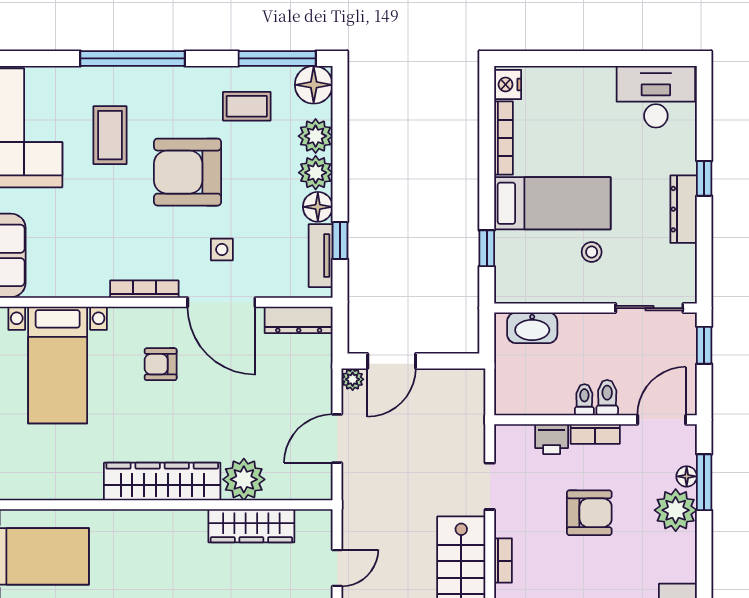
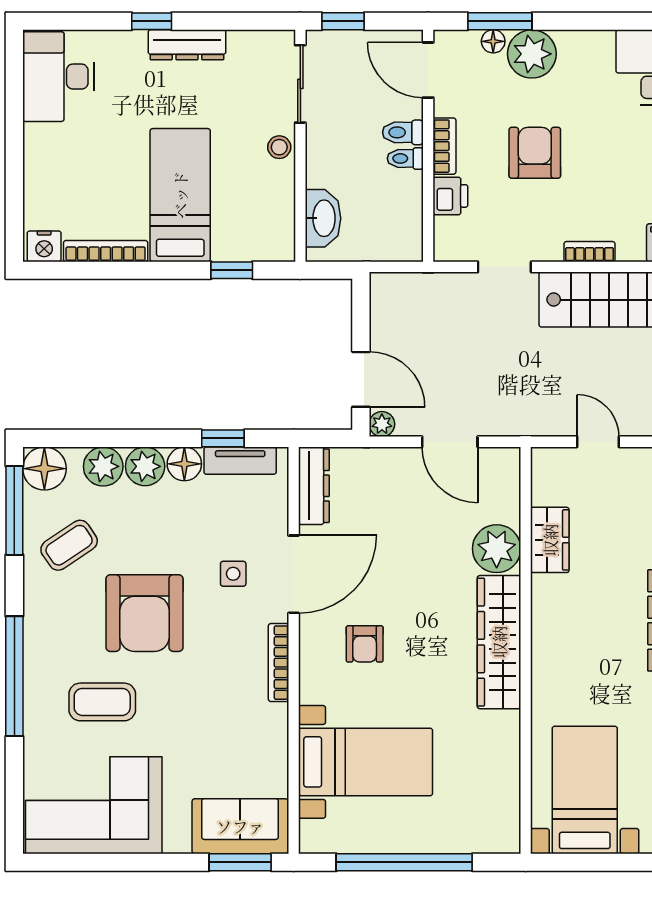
coffee table: (247, 106) -> (69, 545), turned 56
stool: (592, 252) -> (279, 147), moved
wardrobe: (251, 526) -> (550, 540), width x0.67

